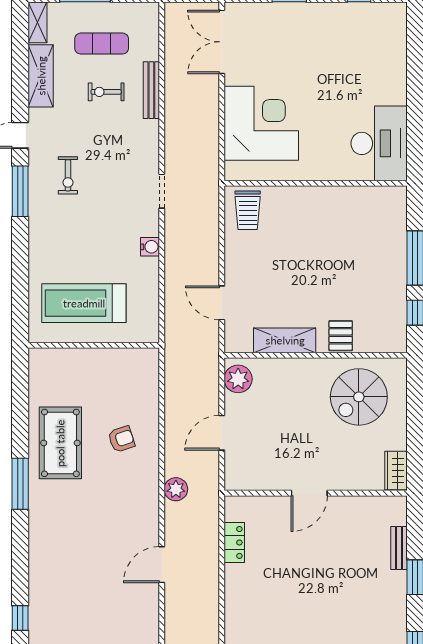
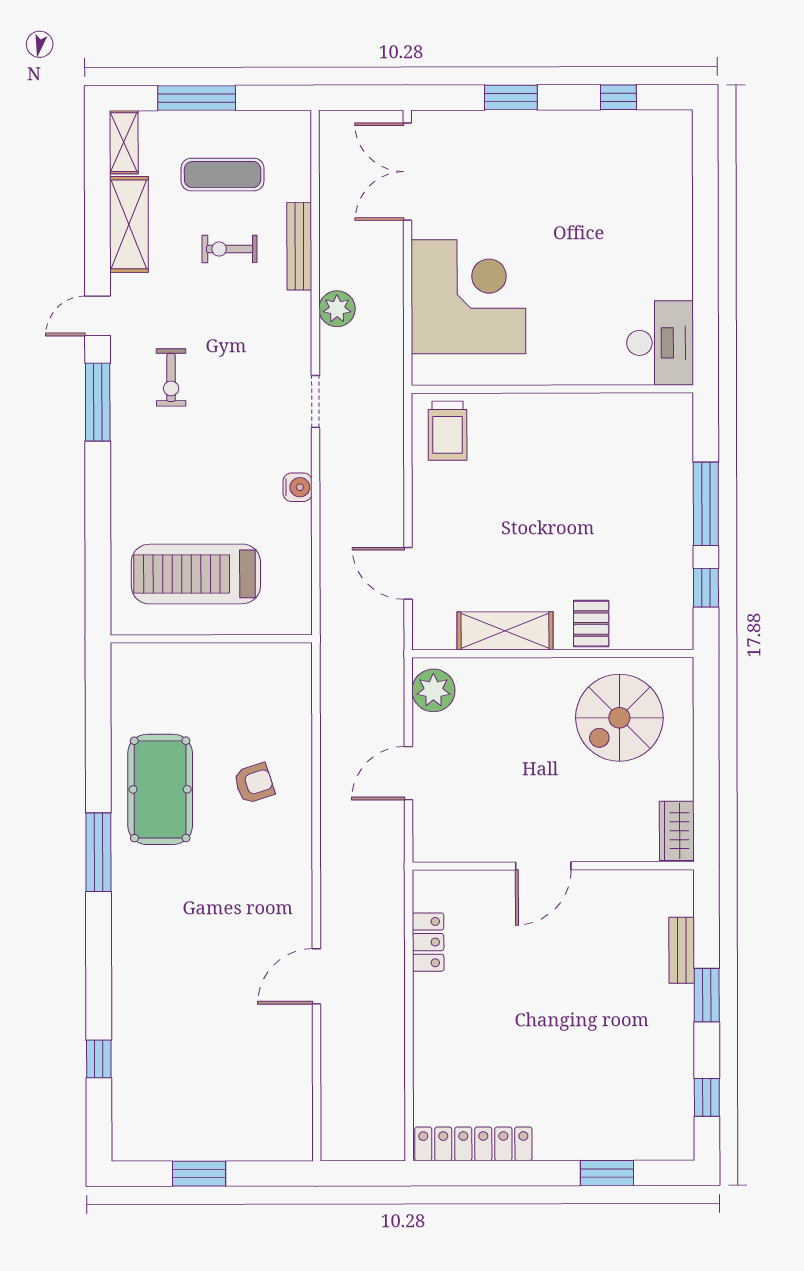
desk: (379, 143) -> (660, 343), width x0.73, depth x0.77
plant: (176, 489) -> (337, 309), moved

